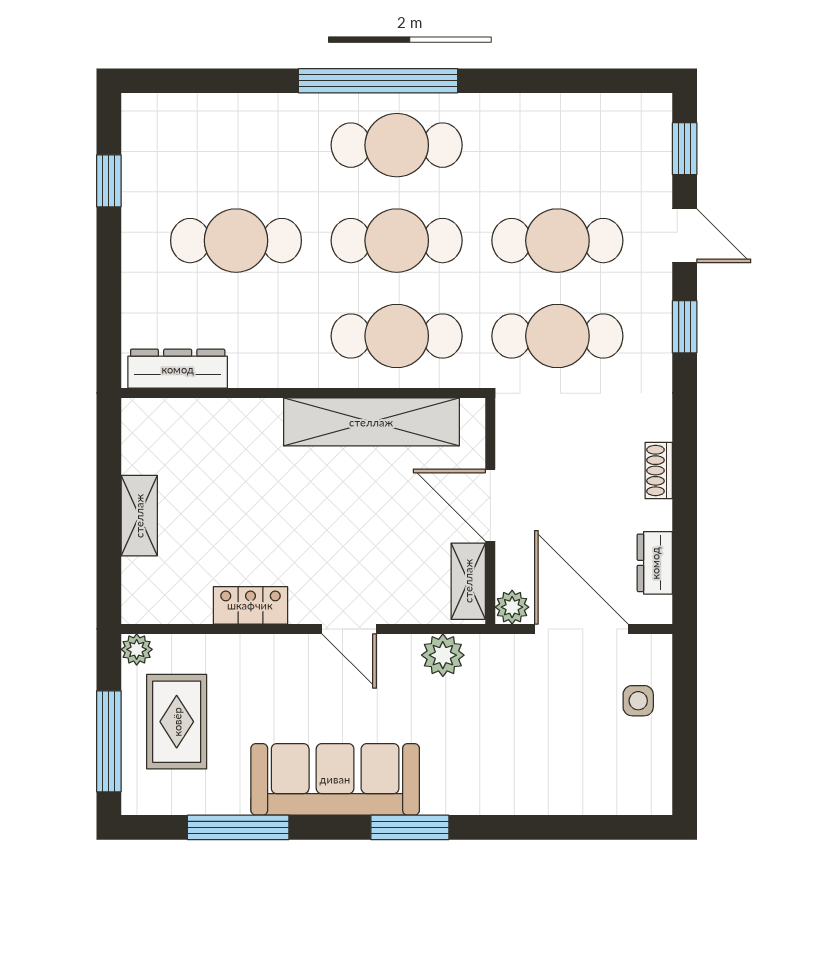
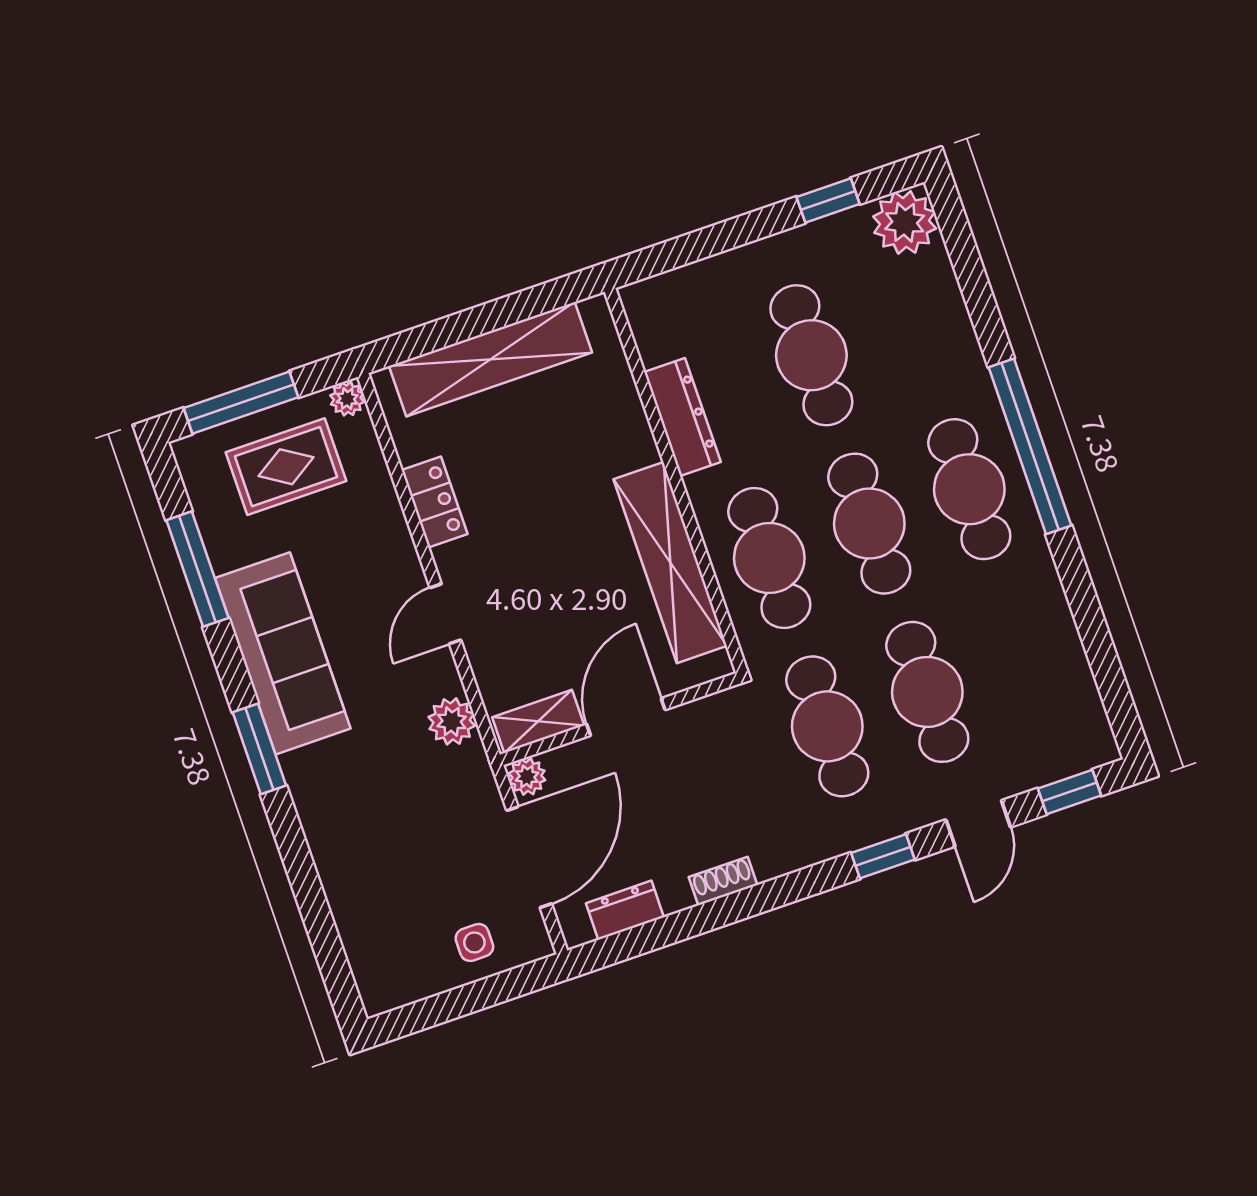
plant: (150, 122) -> (905, 222), added
dresser: (178, 369) -> (683, 417), moved
shelving: (139, 516) -> (490, 359), width x2.20, depth x1.33

